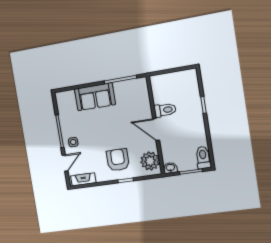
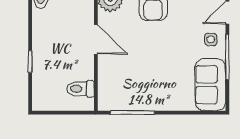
sofa: (95, 97) -> (210, 85), moved, turned -90
toilet: (165, 110) -> (80, 89), moved

